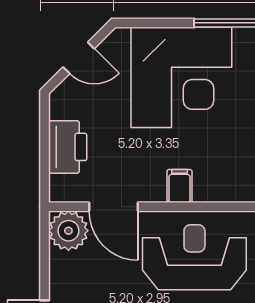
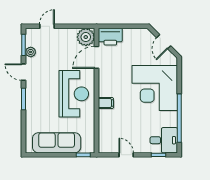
printer: (68, 147) -> (110, 37), moved
filing cabinet: (179, 186) -> (106, 103), moved

